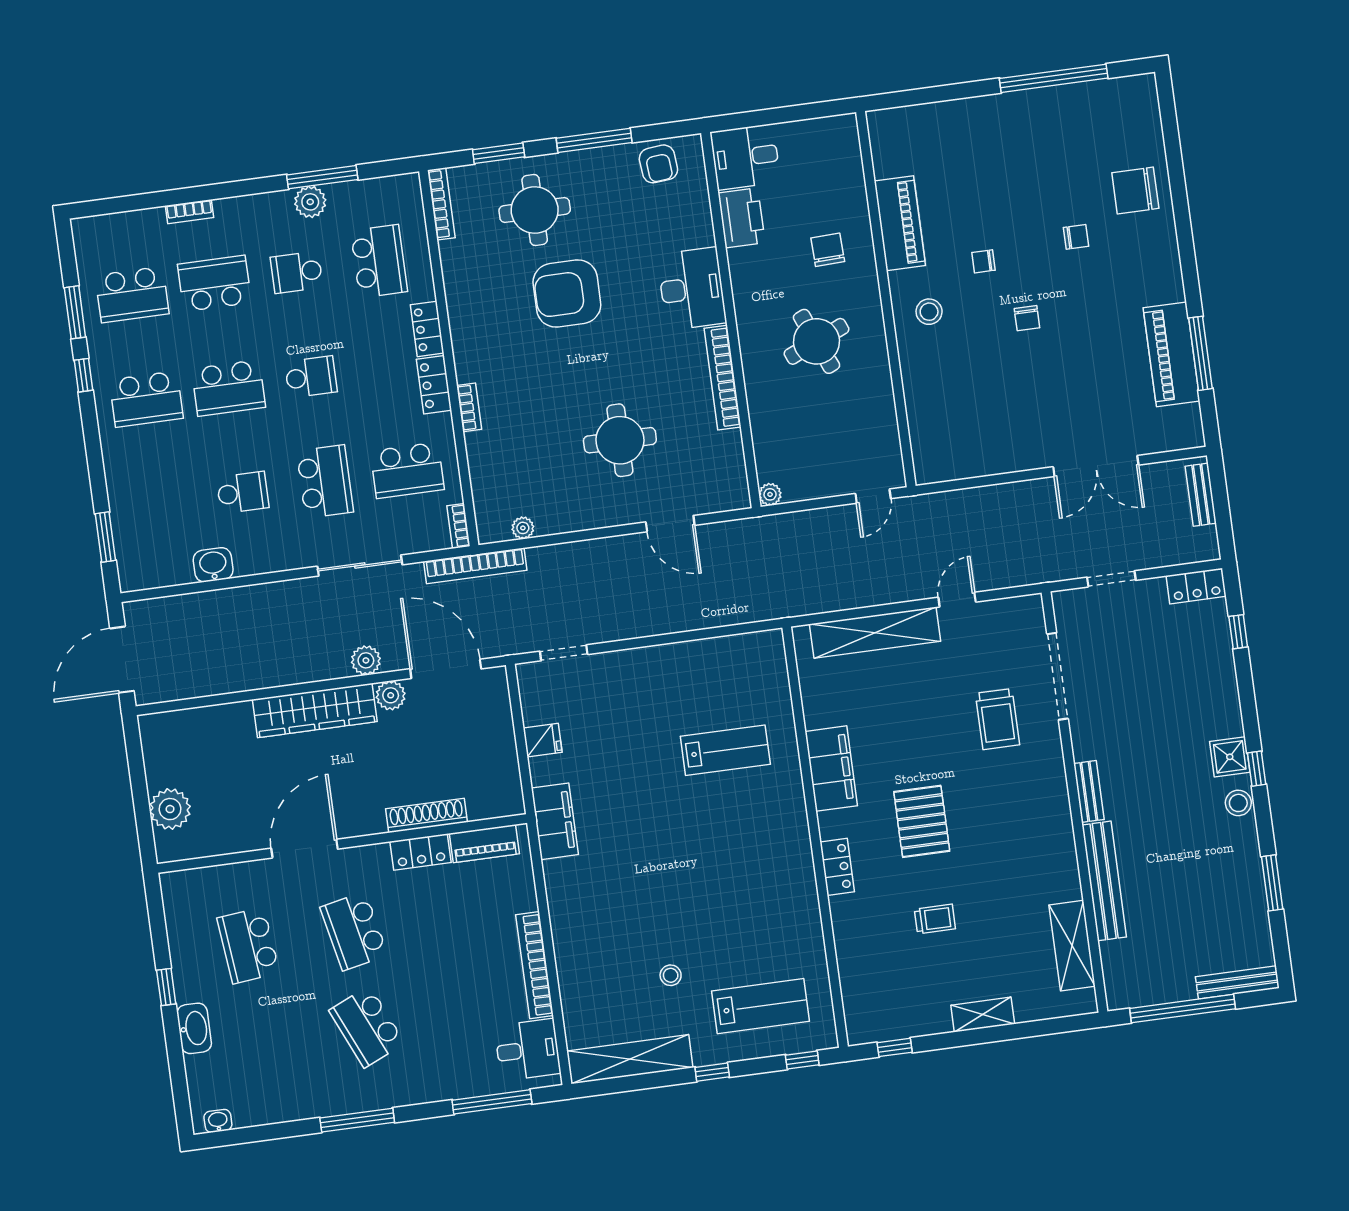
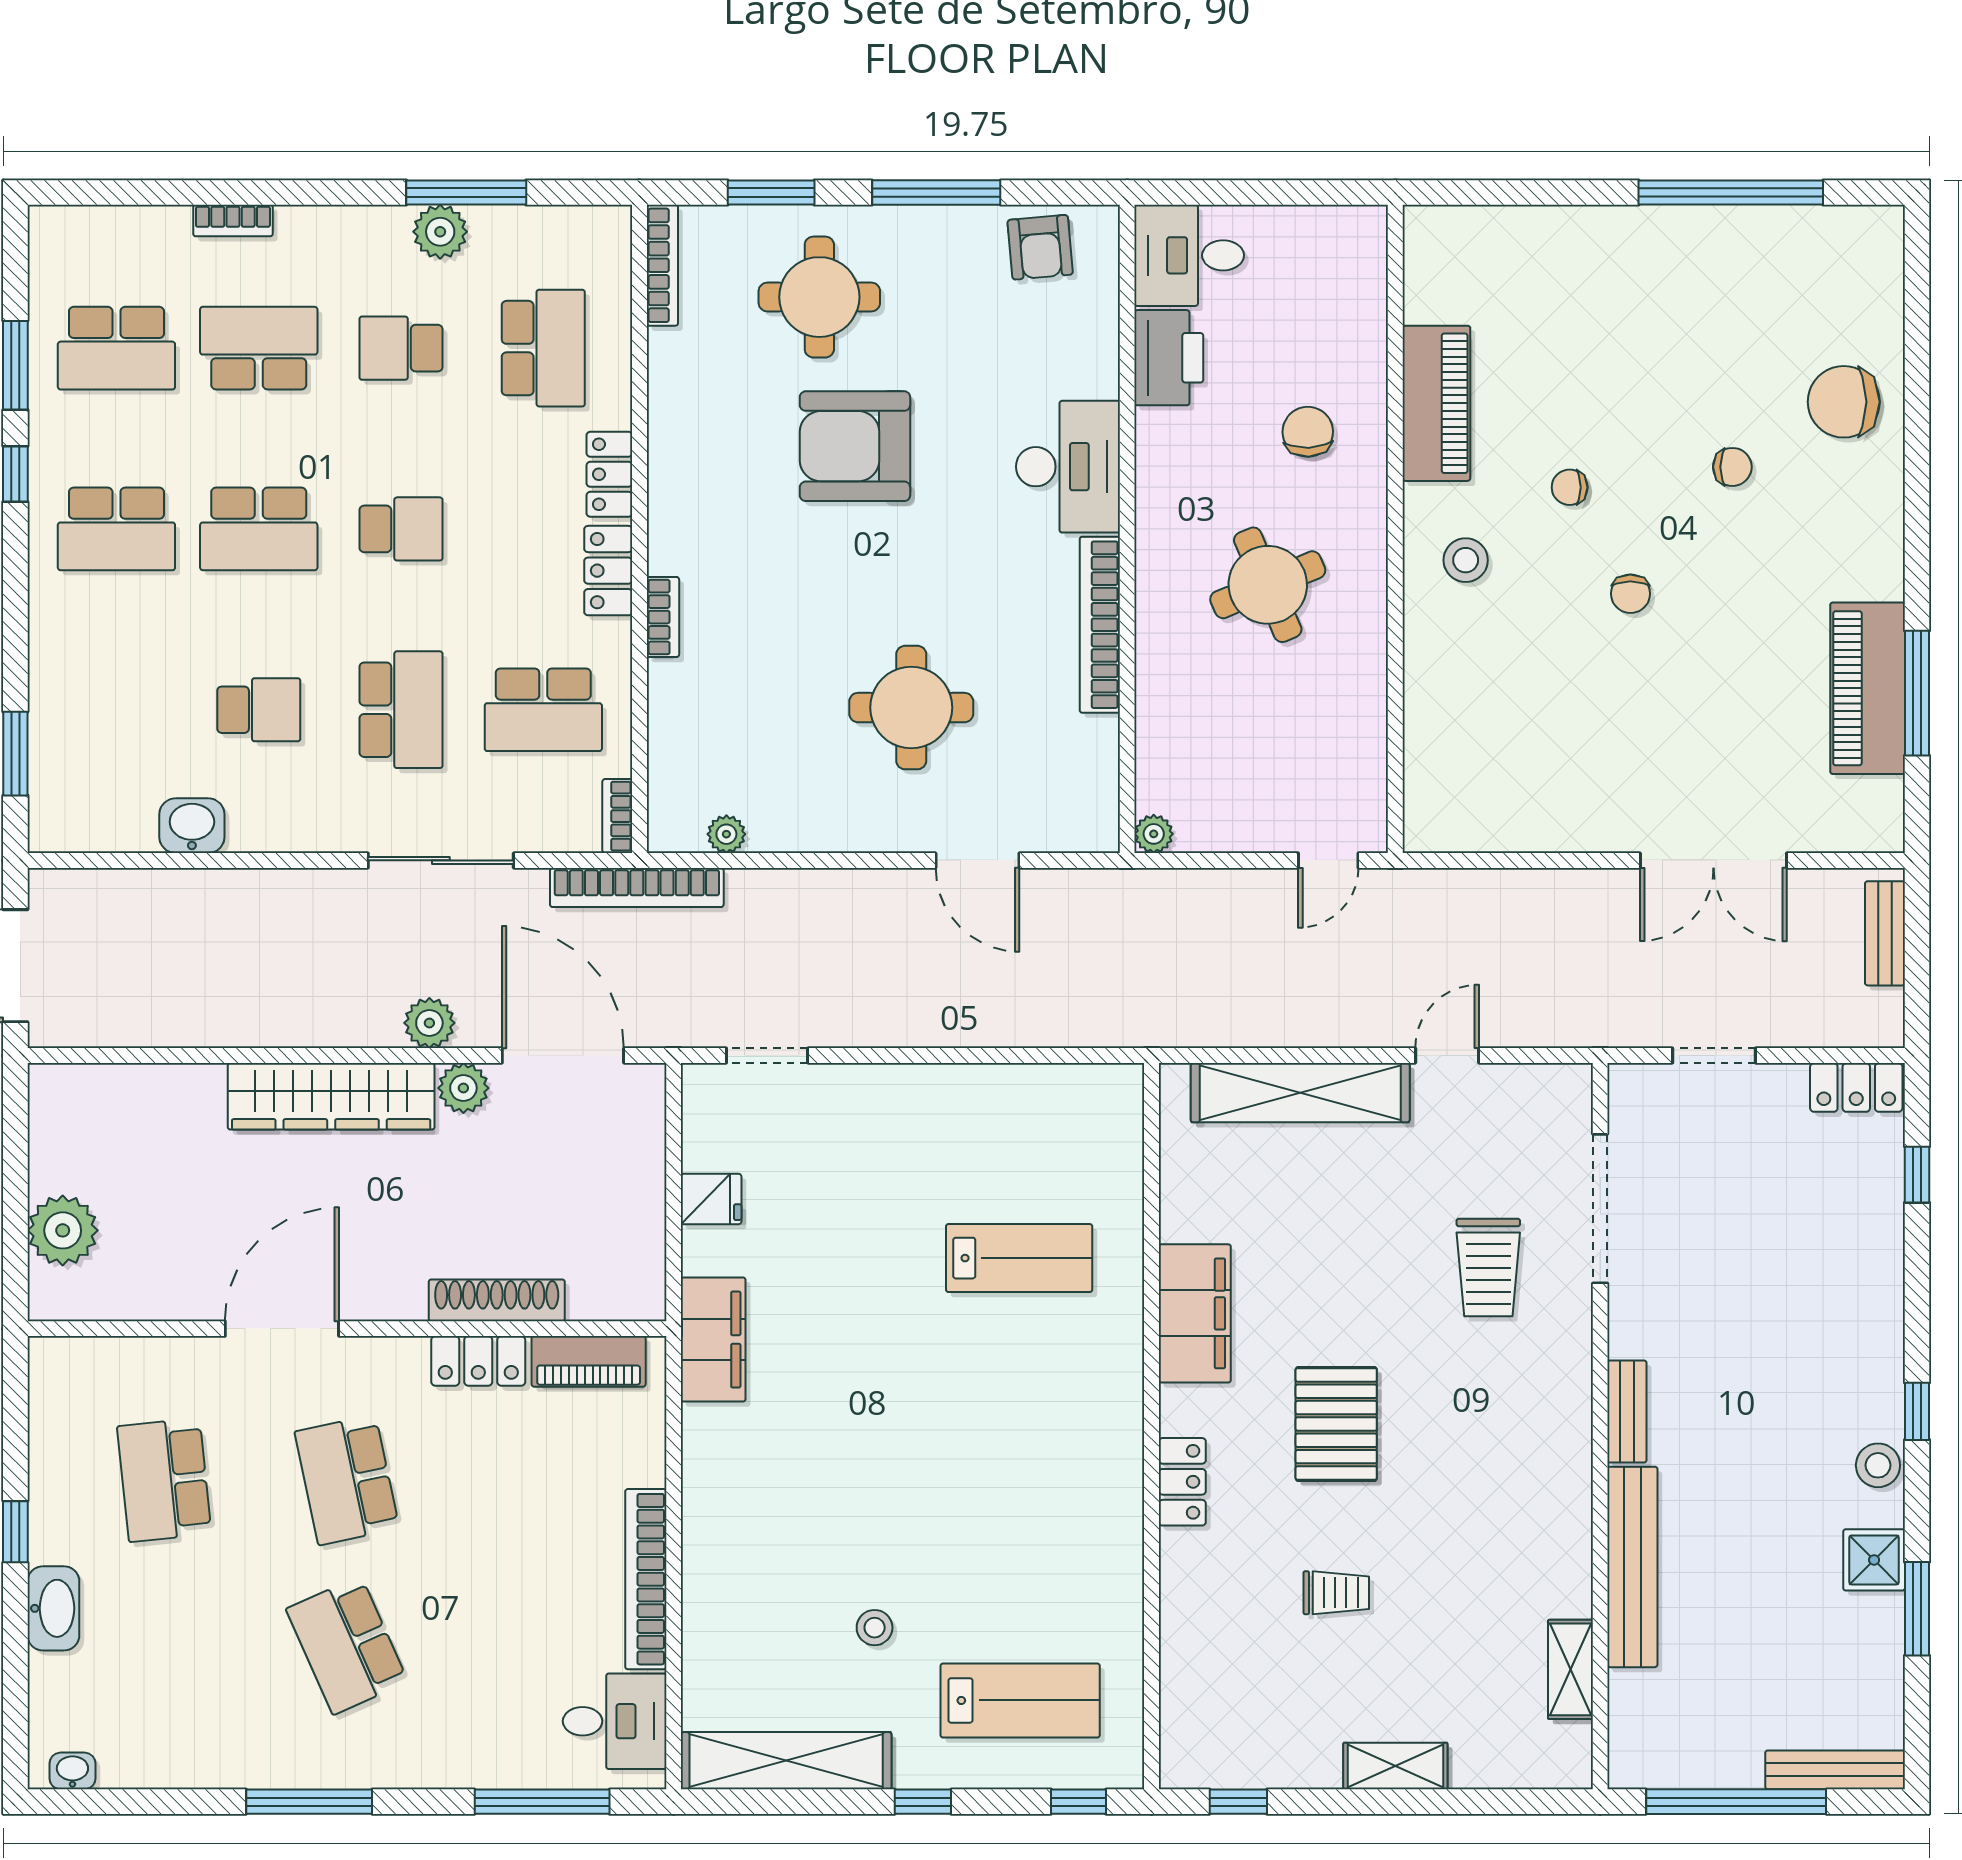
shower: (1230, 757) -> (1874, 1560), moved
shelving: (1072, 946) -> (1570, 1669), width x0.67, depth x0.75

